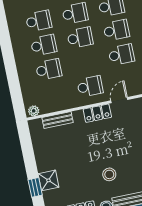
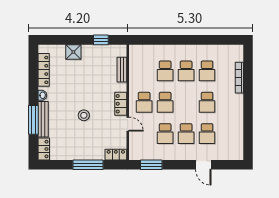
school desk: (80, 38) -> (165, 102), moved
plant: (34, 111) -> (133, 52), removed
stool: (109, 174) -> (84, 115), moved
window: (35, 187) -> (101, 40), moved

